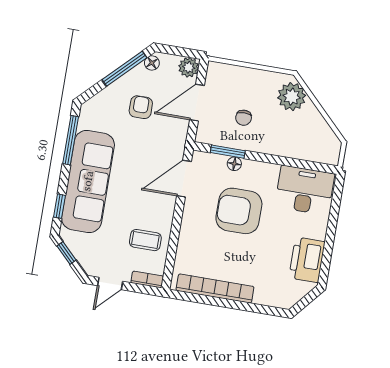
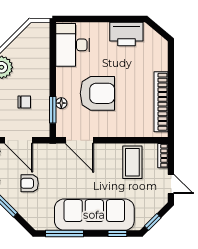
armchair: (239, 211) -> (97, 93), turned -90
coffee table: (145, 240) -> (132, 162), width x1.36, depth x1.30

